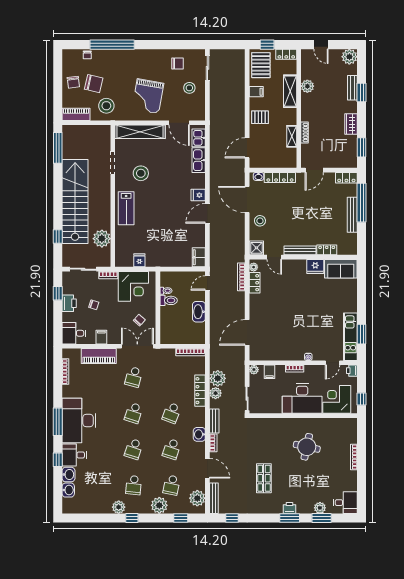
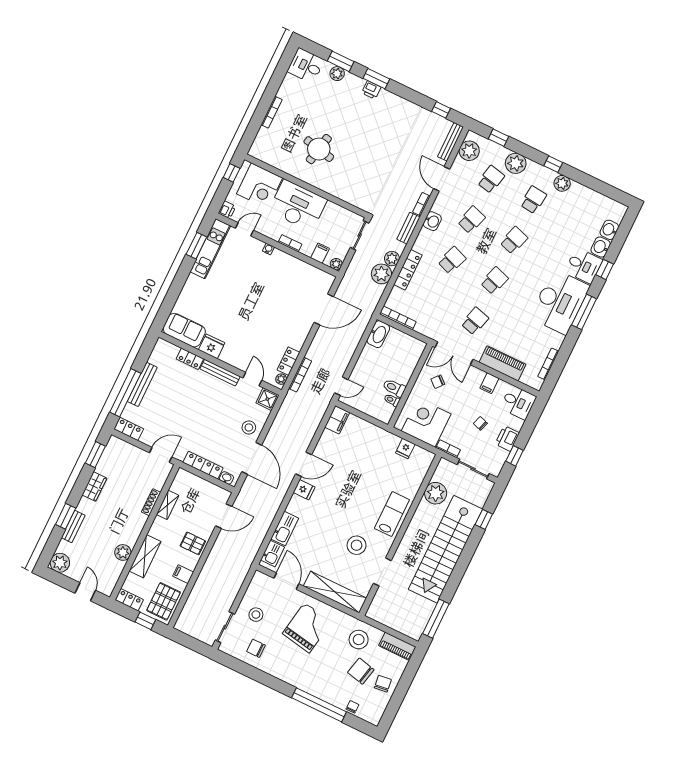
washbasin: (199, 312) -> (378, 334), moved
shop shelf: (264, 478) -> (384, 137), removed

